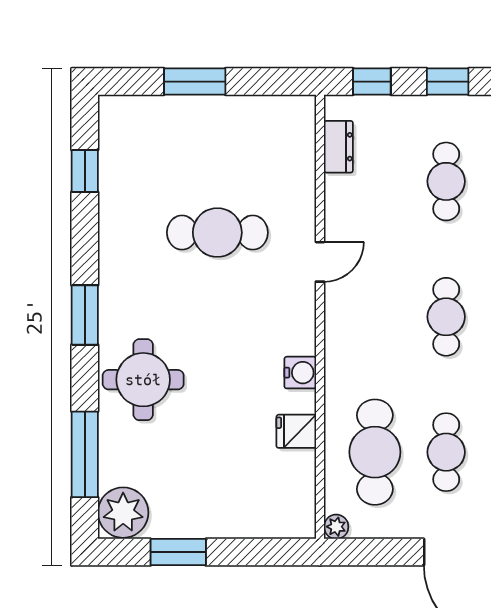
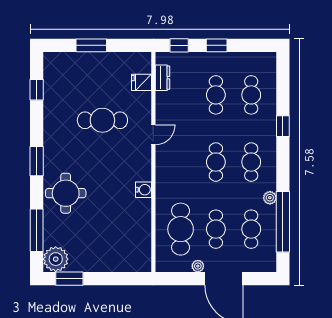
fridge: (296, 431) -> (142, 82), moved
plant: (336, 527) -> (198, 266), moved
window: (178, 552) -> (69, 279), moved

